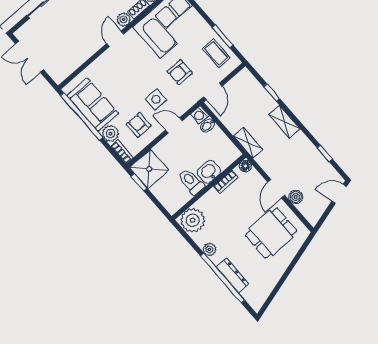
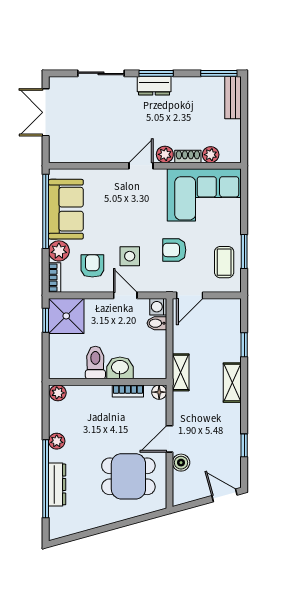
plant: (193, 220) -> (58, 393), width x0.53, depth x0.53

